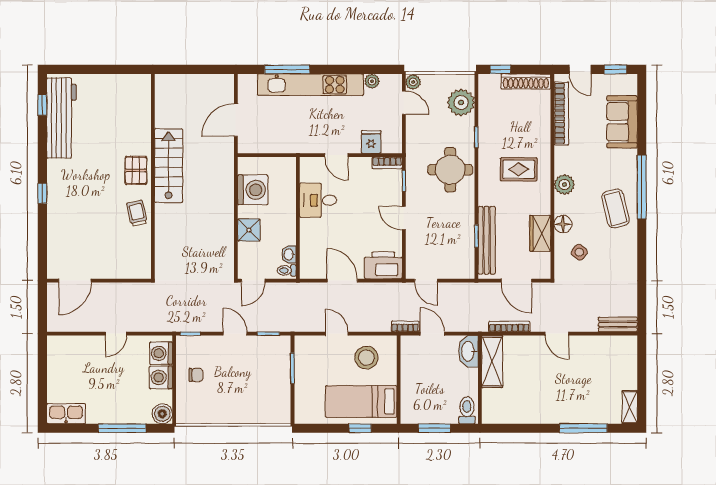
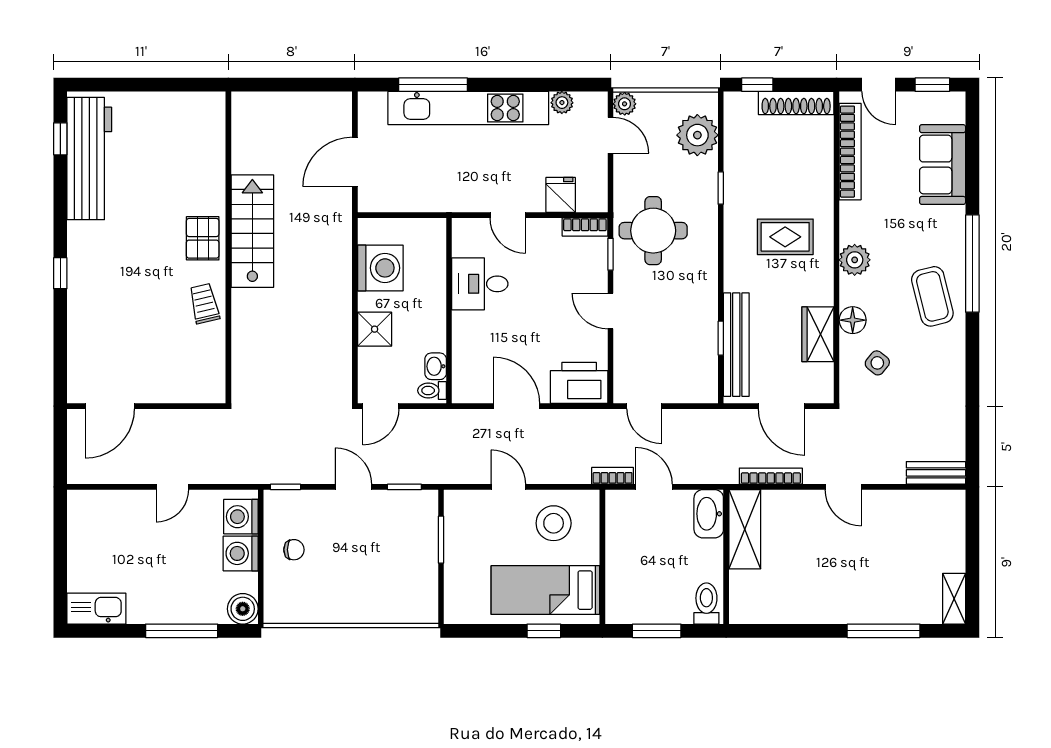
round table: (450, 170) -> (653, 231), moved

